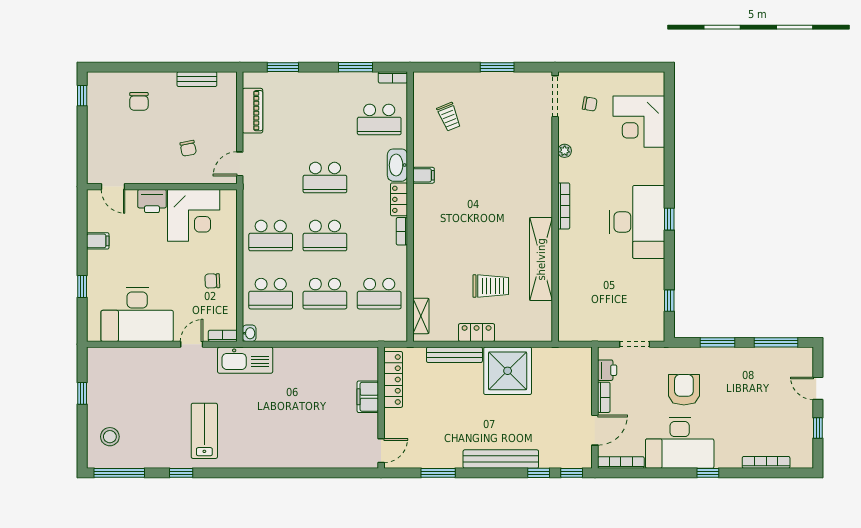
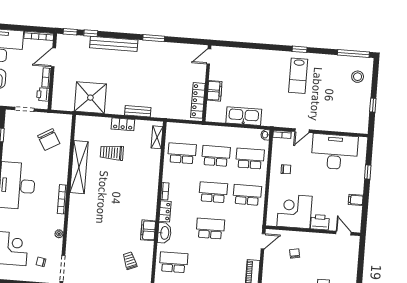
filing cabinet: (424, 175) -> (148, 230), width x2.00
chair: (592, 299) -> (49, 140), added
bench: (454, 355) -> (138, 111), width x0.73
kitchen sink: (245, 360) -> (244, 116), moved
shower: (508, 371) -> (90, 98), moved
locker: (393, 379) -> (198, 100), moved
filing cabinet: (368, 397) -> (215, 91), moved
wall: (381, 408) -> (207, 83), moved
door: (381, 451) -> (209, 56), moved
window: (181, 473) -> (300, 49), moved

